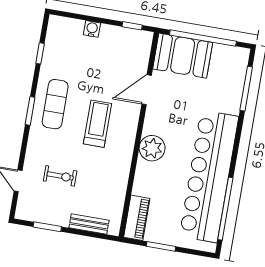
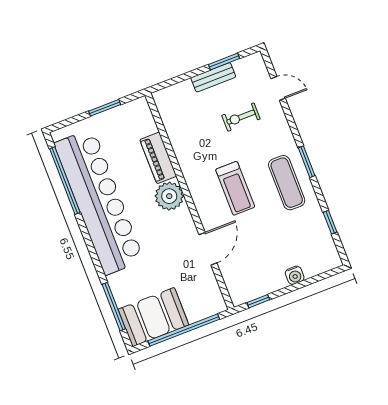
booth: (183, 56) -> (153, 317), moved
piano: (137, 218) -> (158, 158), moved
bench: (89, 224) -> (213, 77), moved

